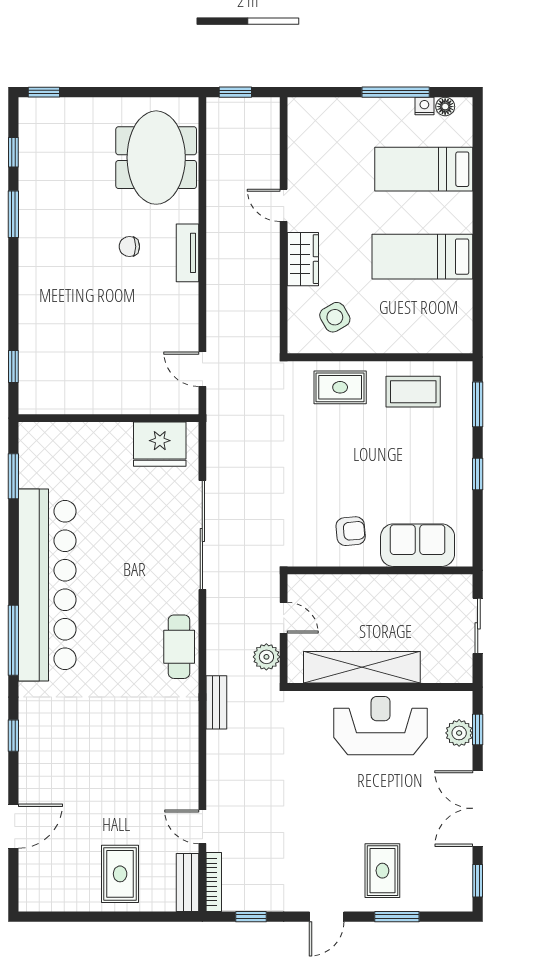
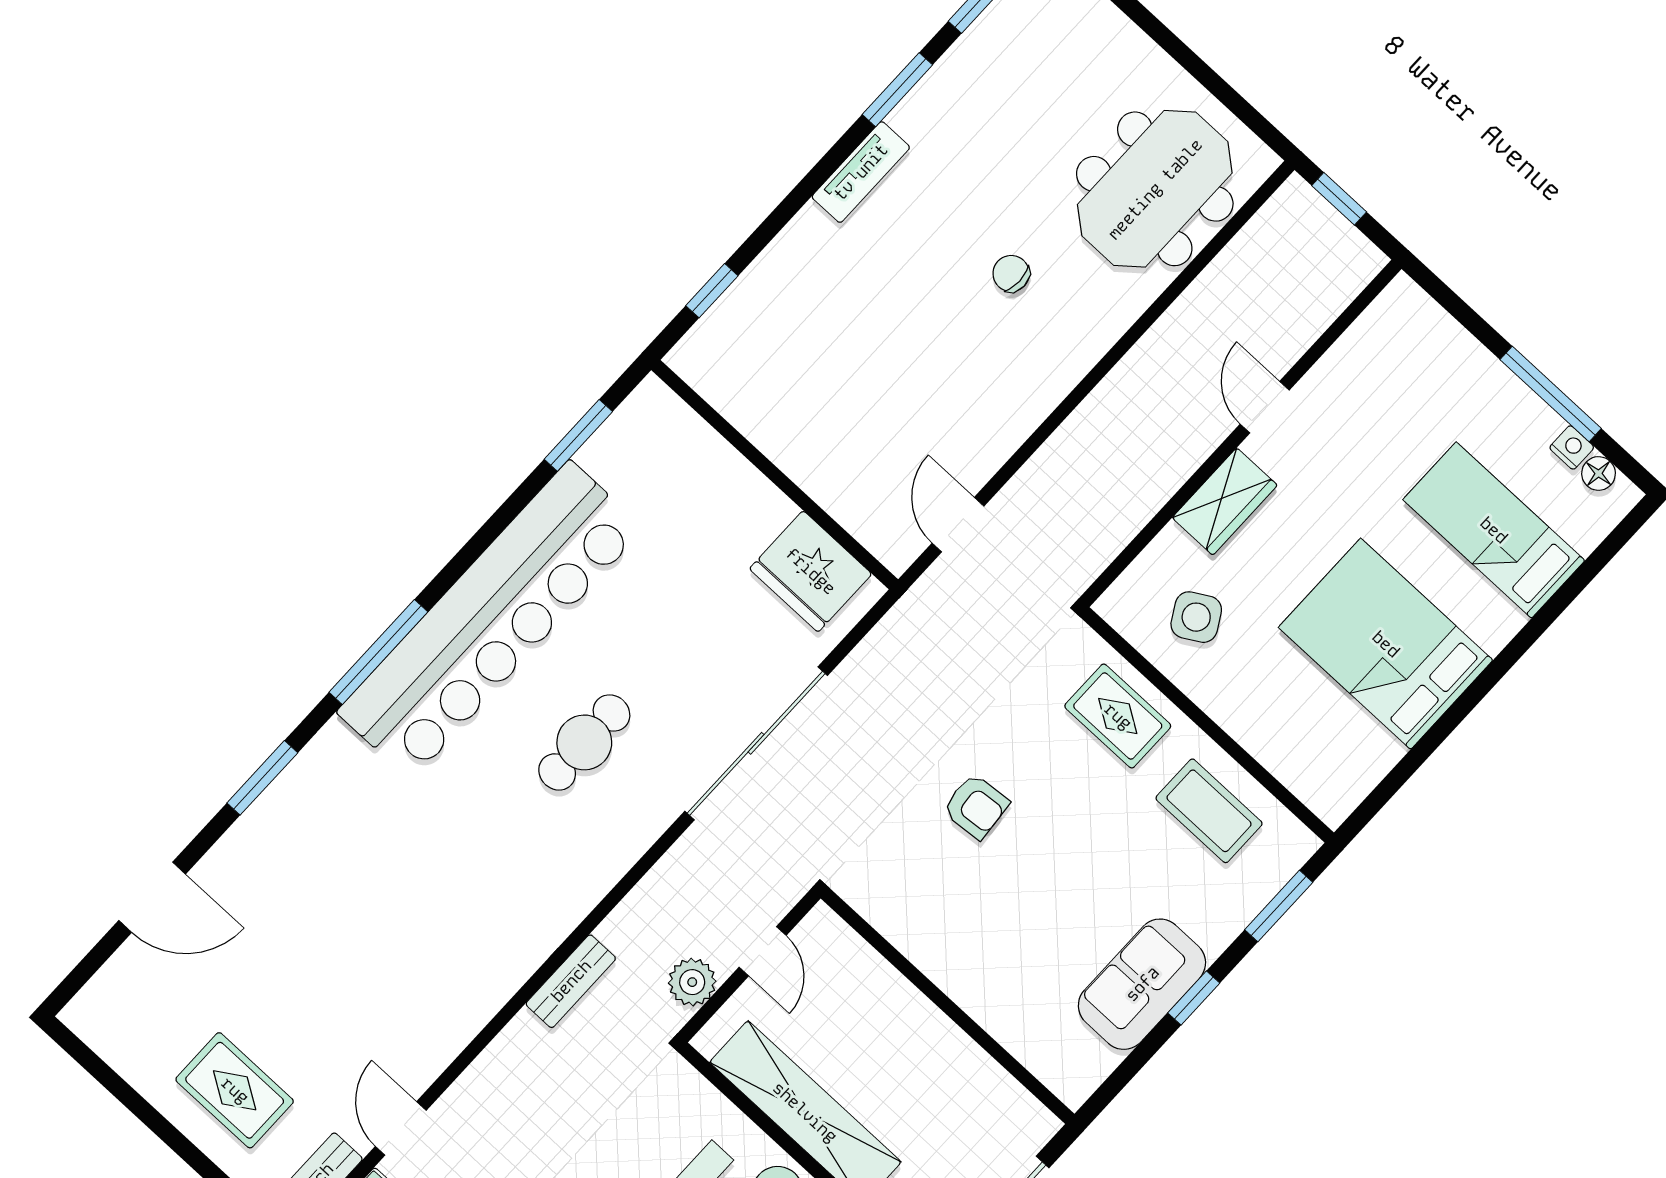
tv unit: (188, 253) -> (861, 172), moved, turned 180
bed: (422, 257) -> (1386, 644), width x1.50
armchair: (351, 531) -> (976, 806), moved
sofa: (418, 545) -> (1142, 984), moved, turned -90
cafe table: (179, 647) -> (584, 742), moved
window: (13, 736) -> (262, 778), width x1.50
rug: (120, 874) -> (235, 1090), turned 90

